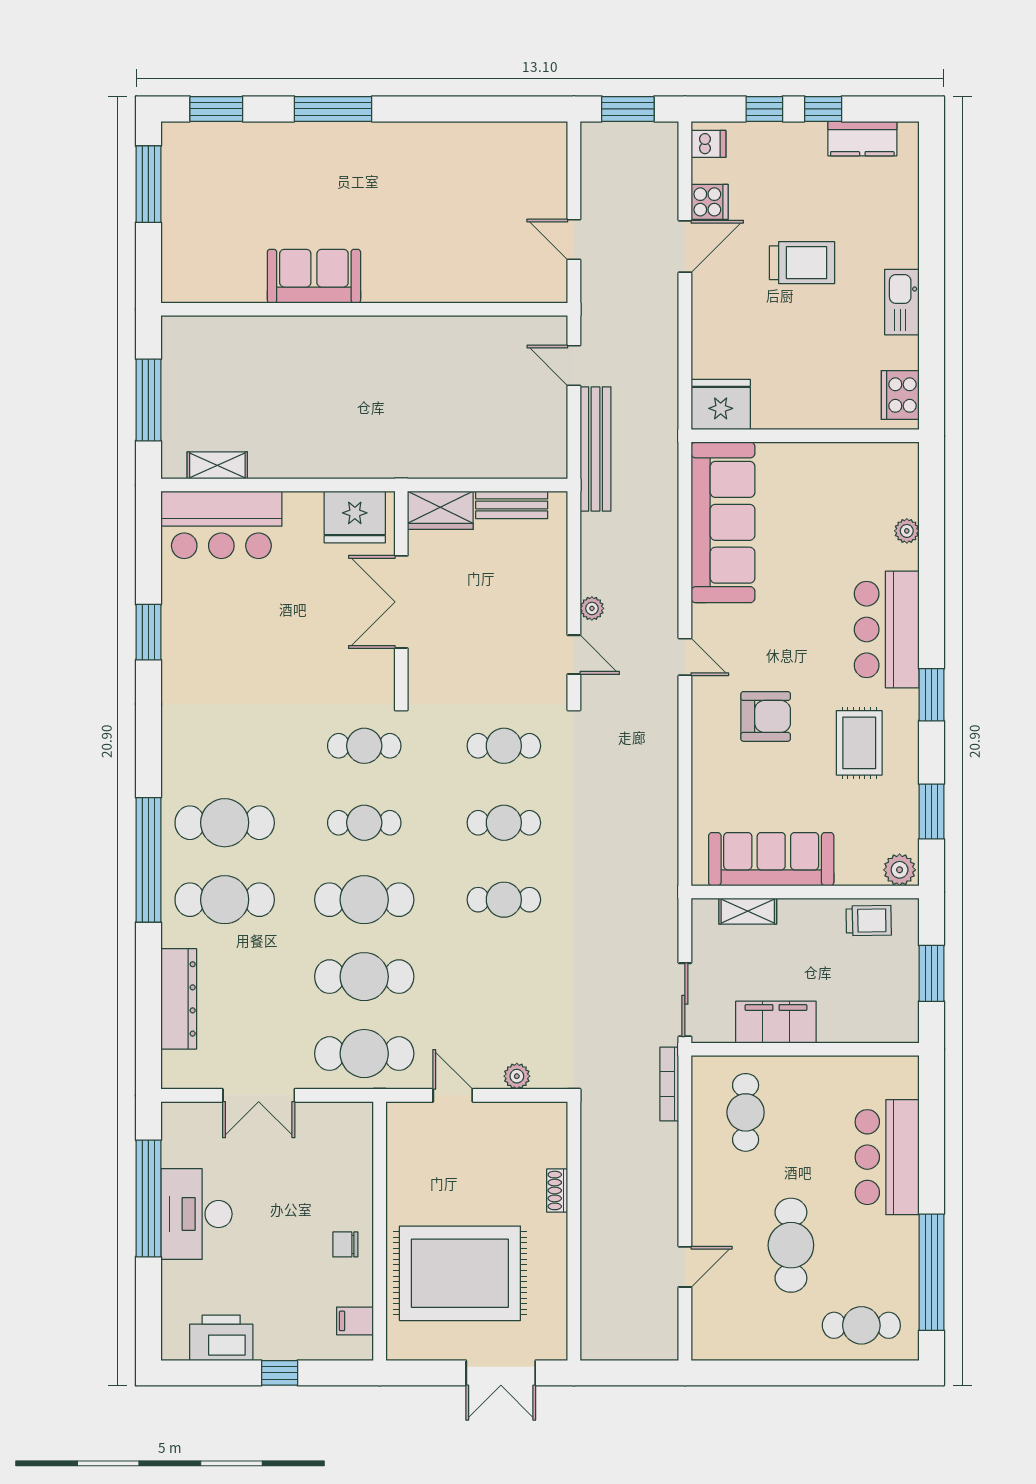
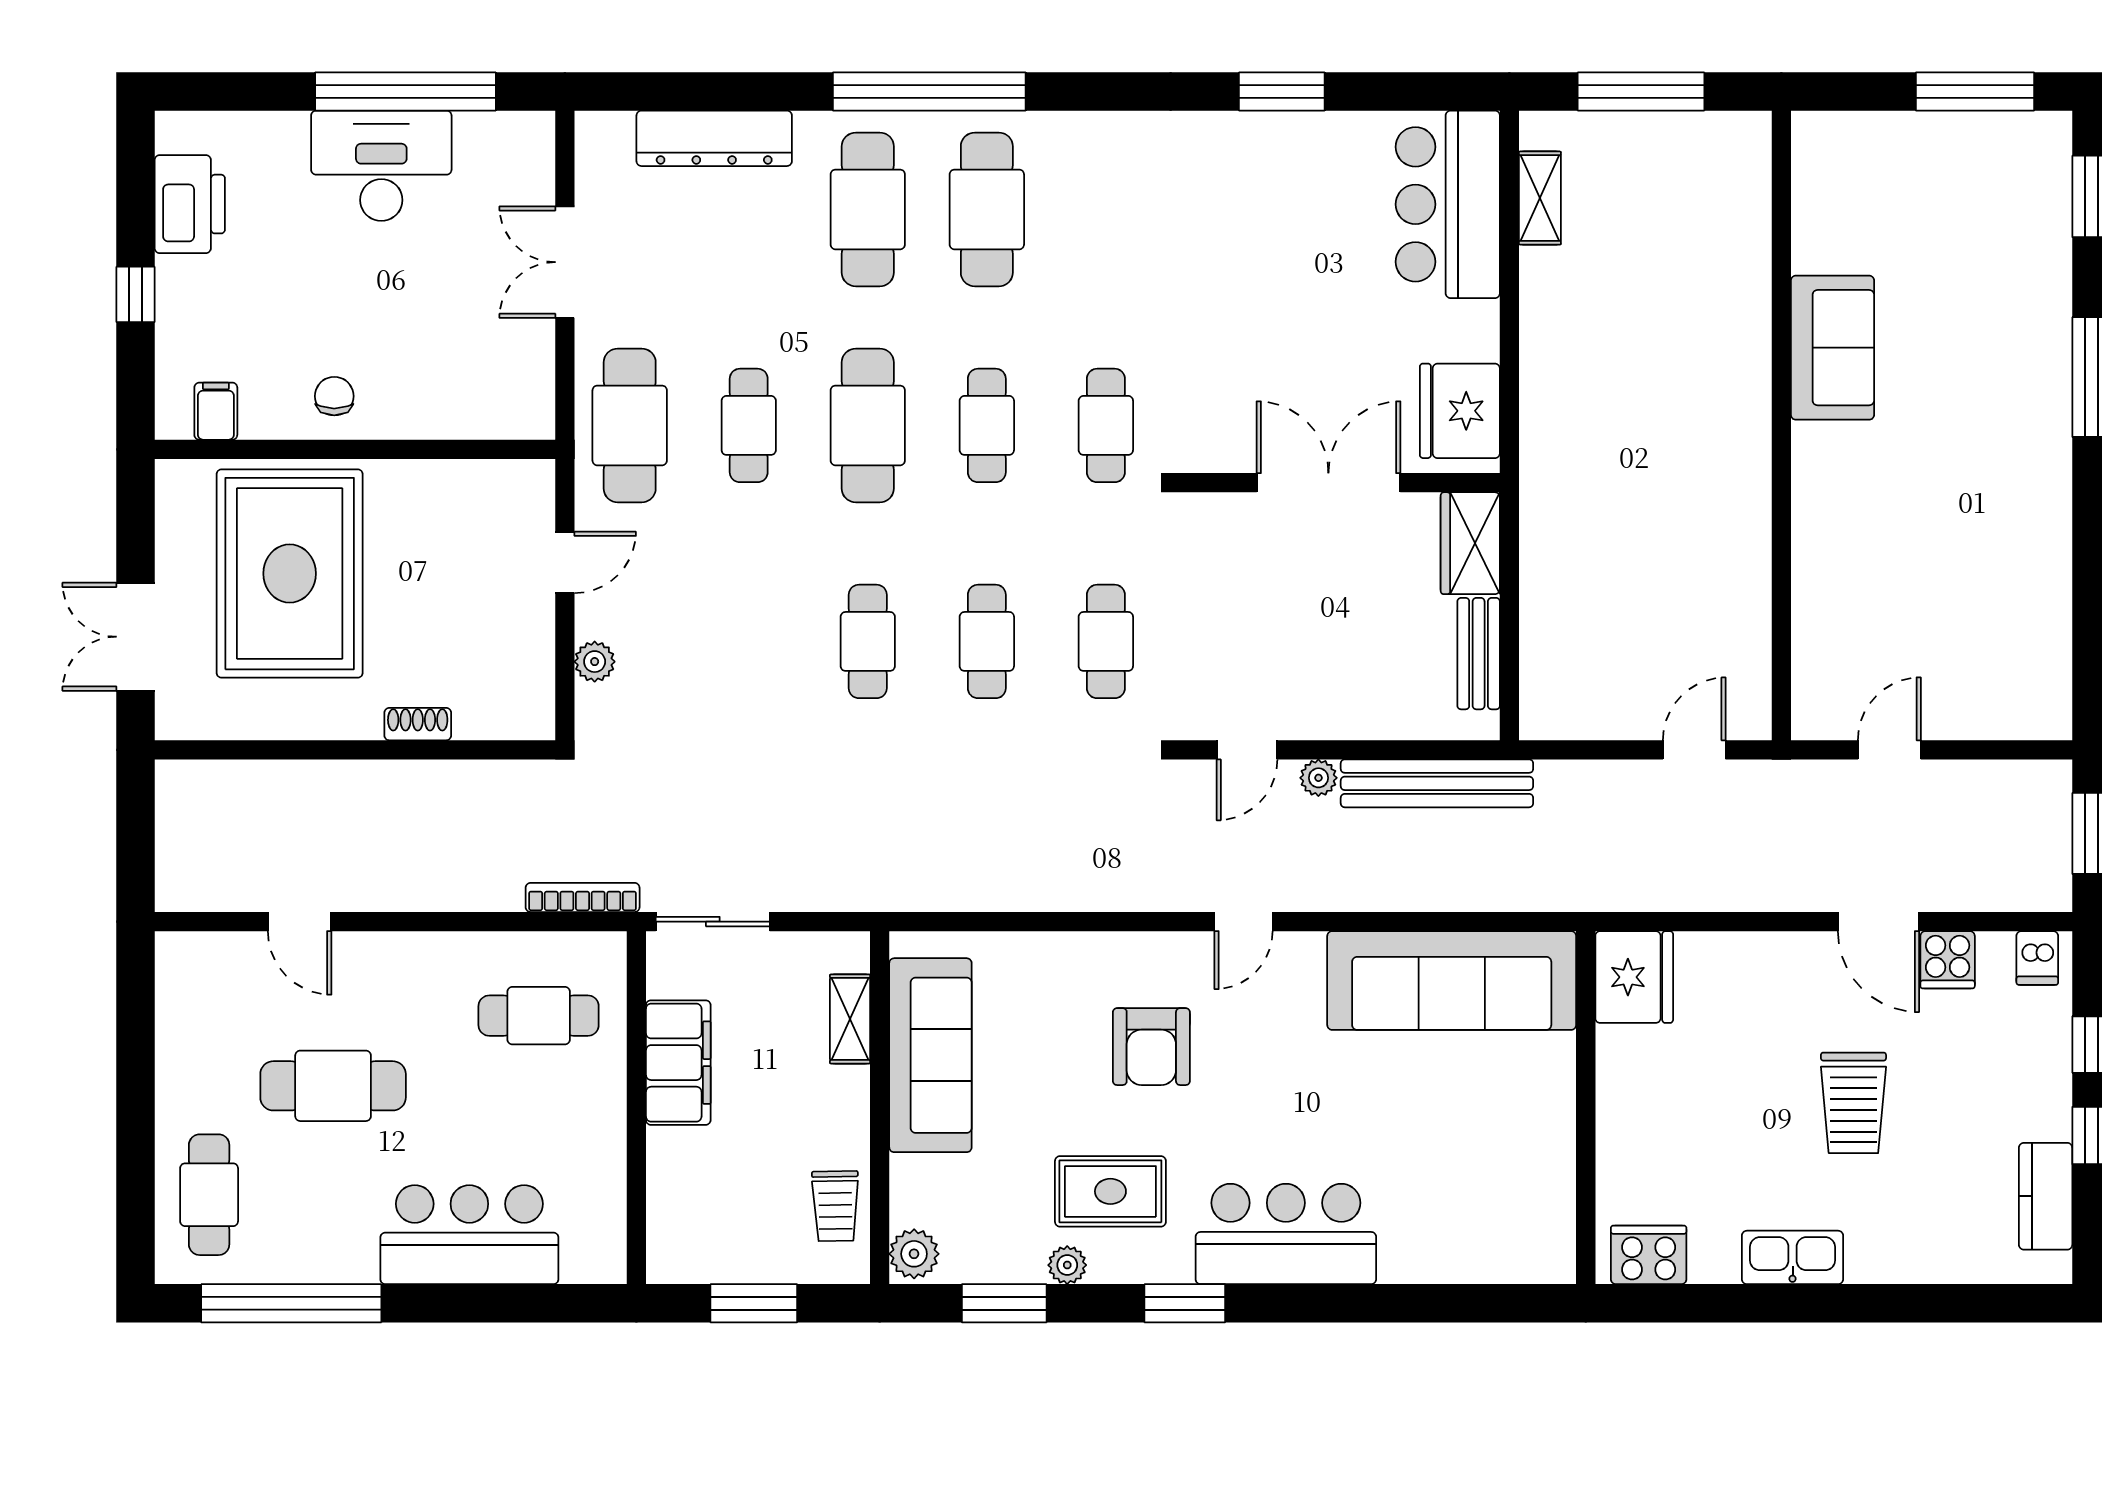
bench: (595, 449) -> (1437, 783), moved
plant: (907, 531) -> (1067, 1265), moved
cafe table: (364, 977) -> (749, 425), width x0.73, depth x0.74

